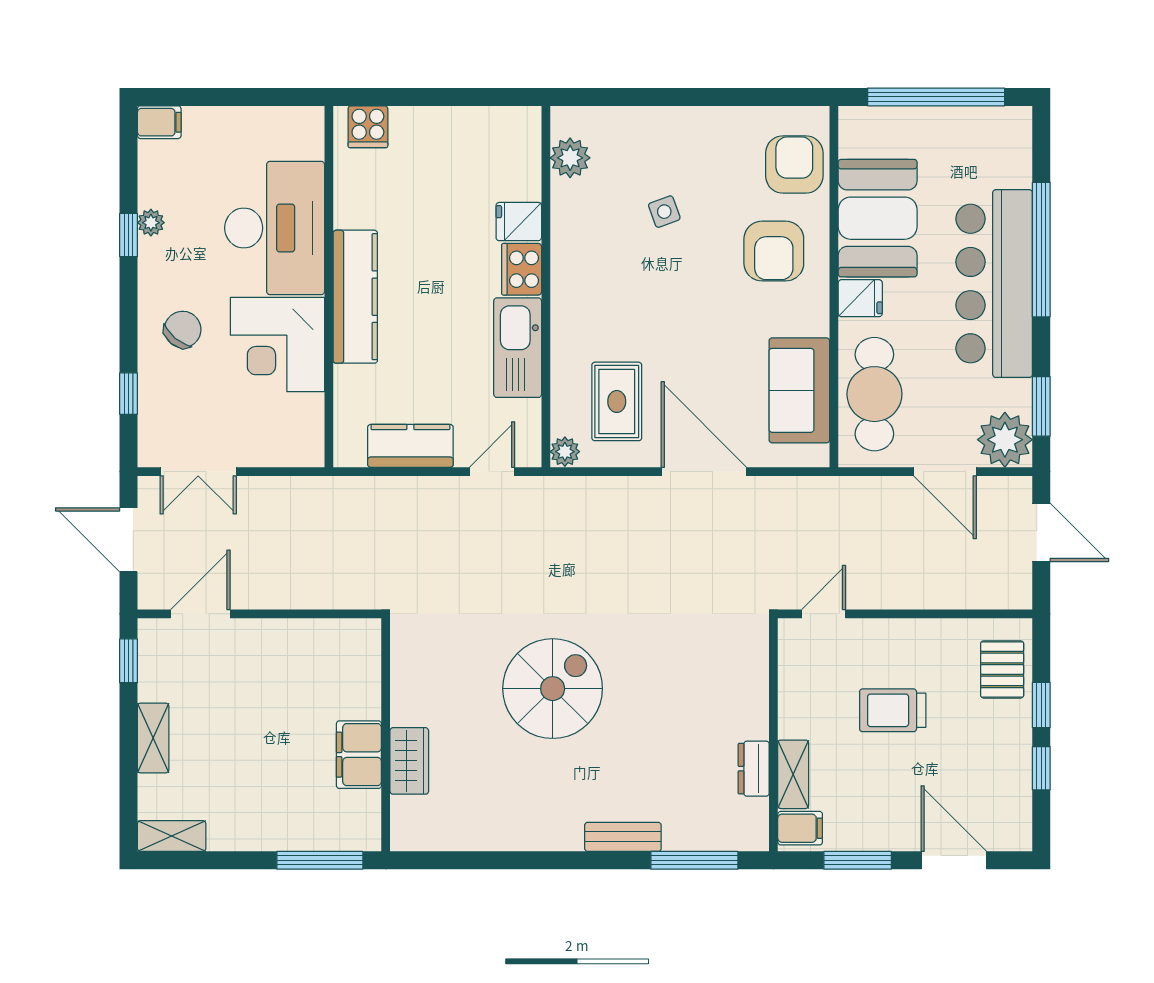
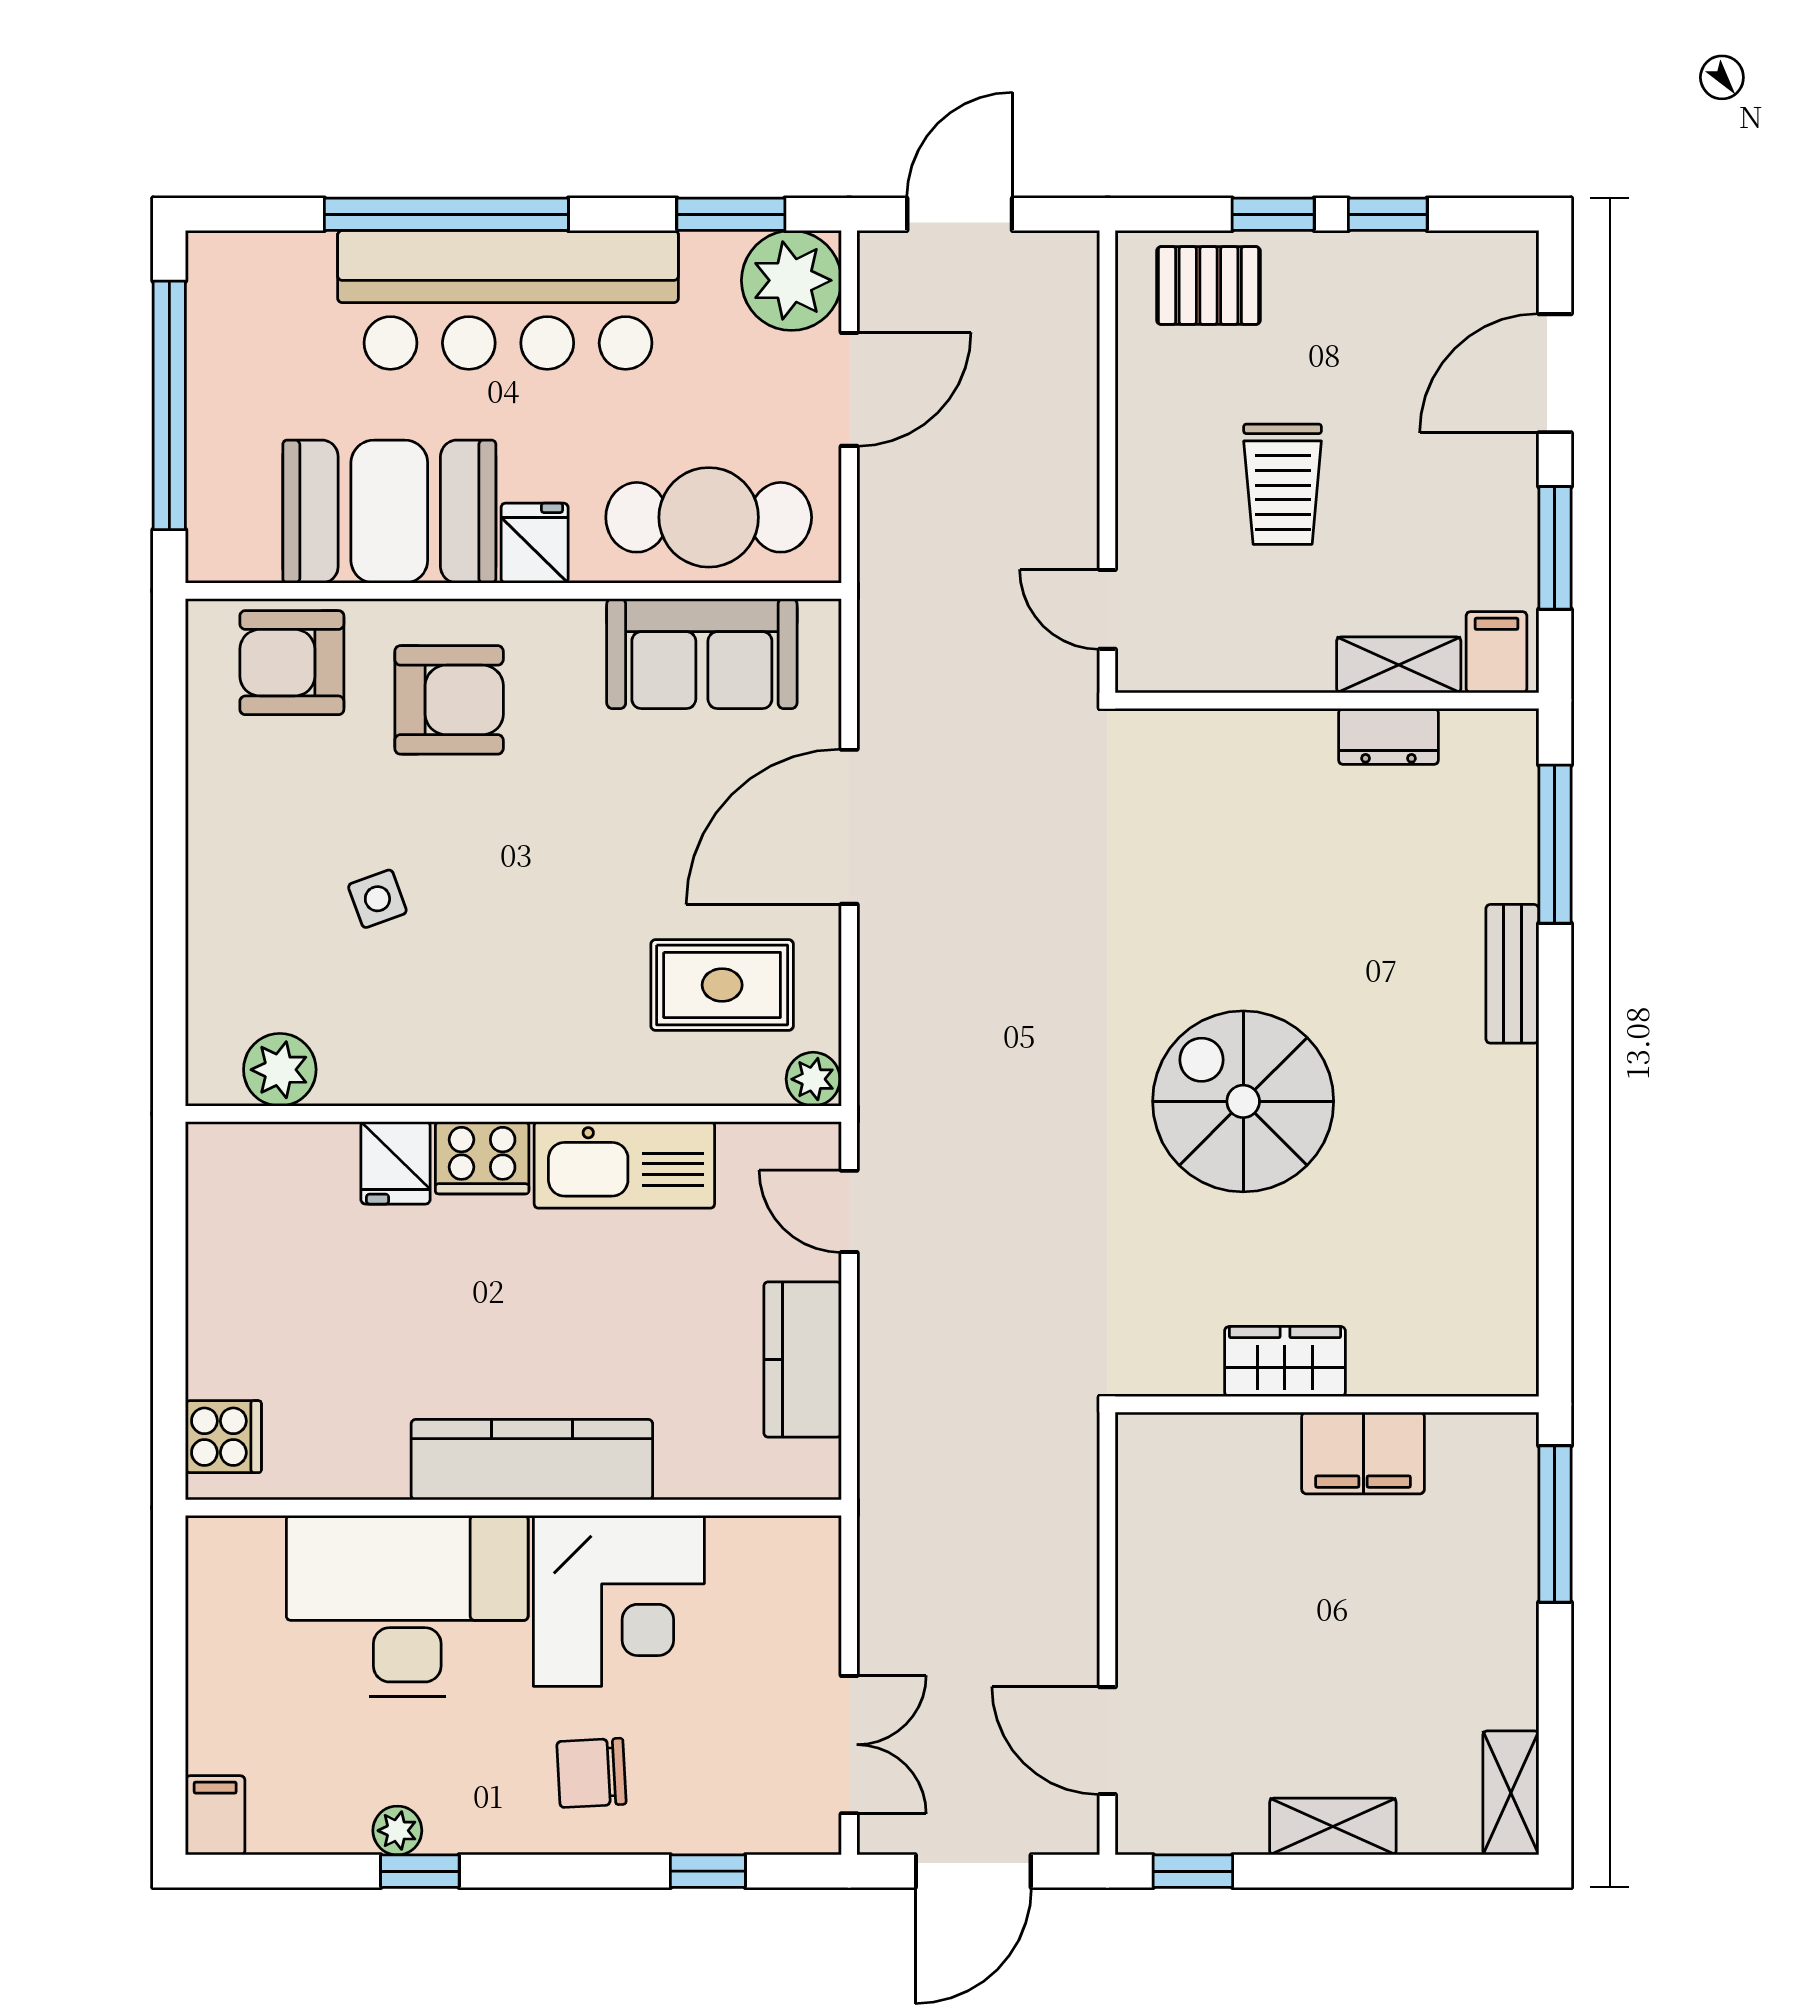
chair: (183, 329) -> (591, 1773), turned -43
wardrobe: (409, 761) -> (1285, 1362), moved

